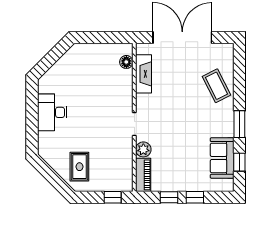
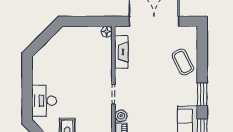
floor lamp: (126, 62) -> (107, 32), moved
desk: (52, 112) -> (44, 101), moved

